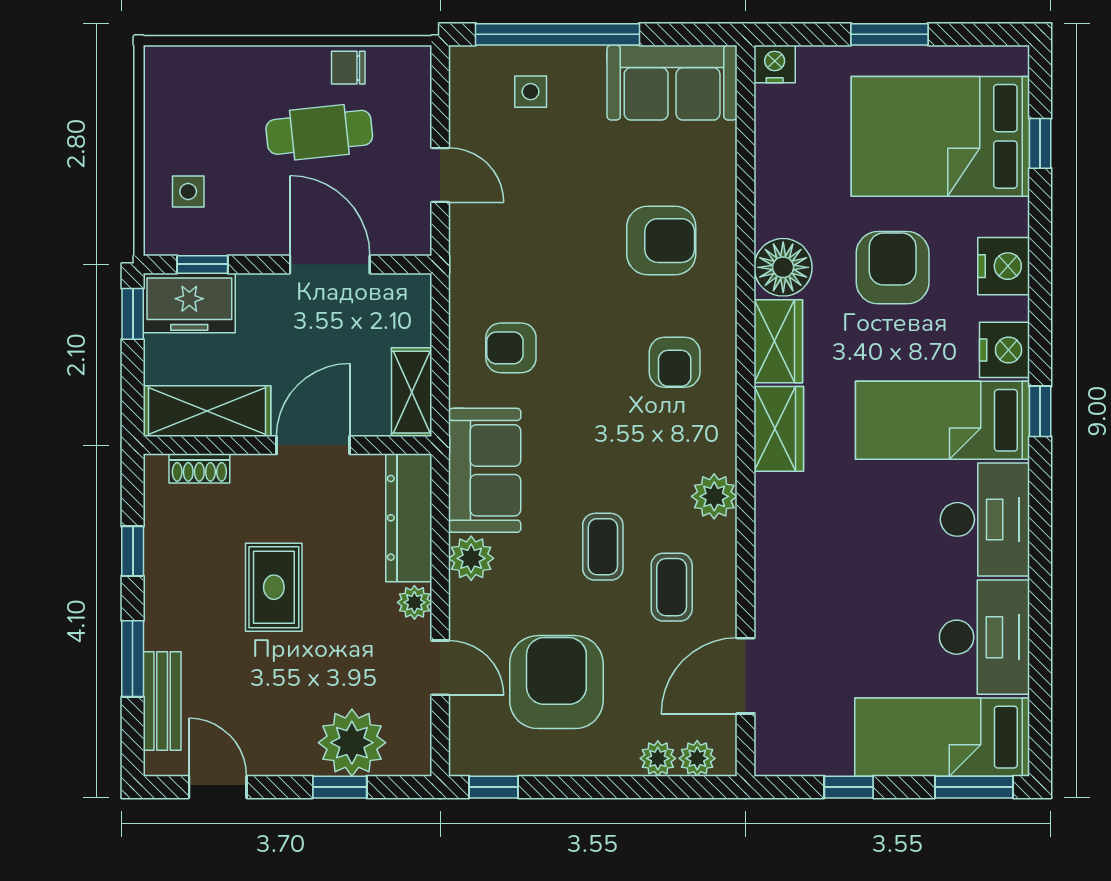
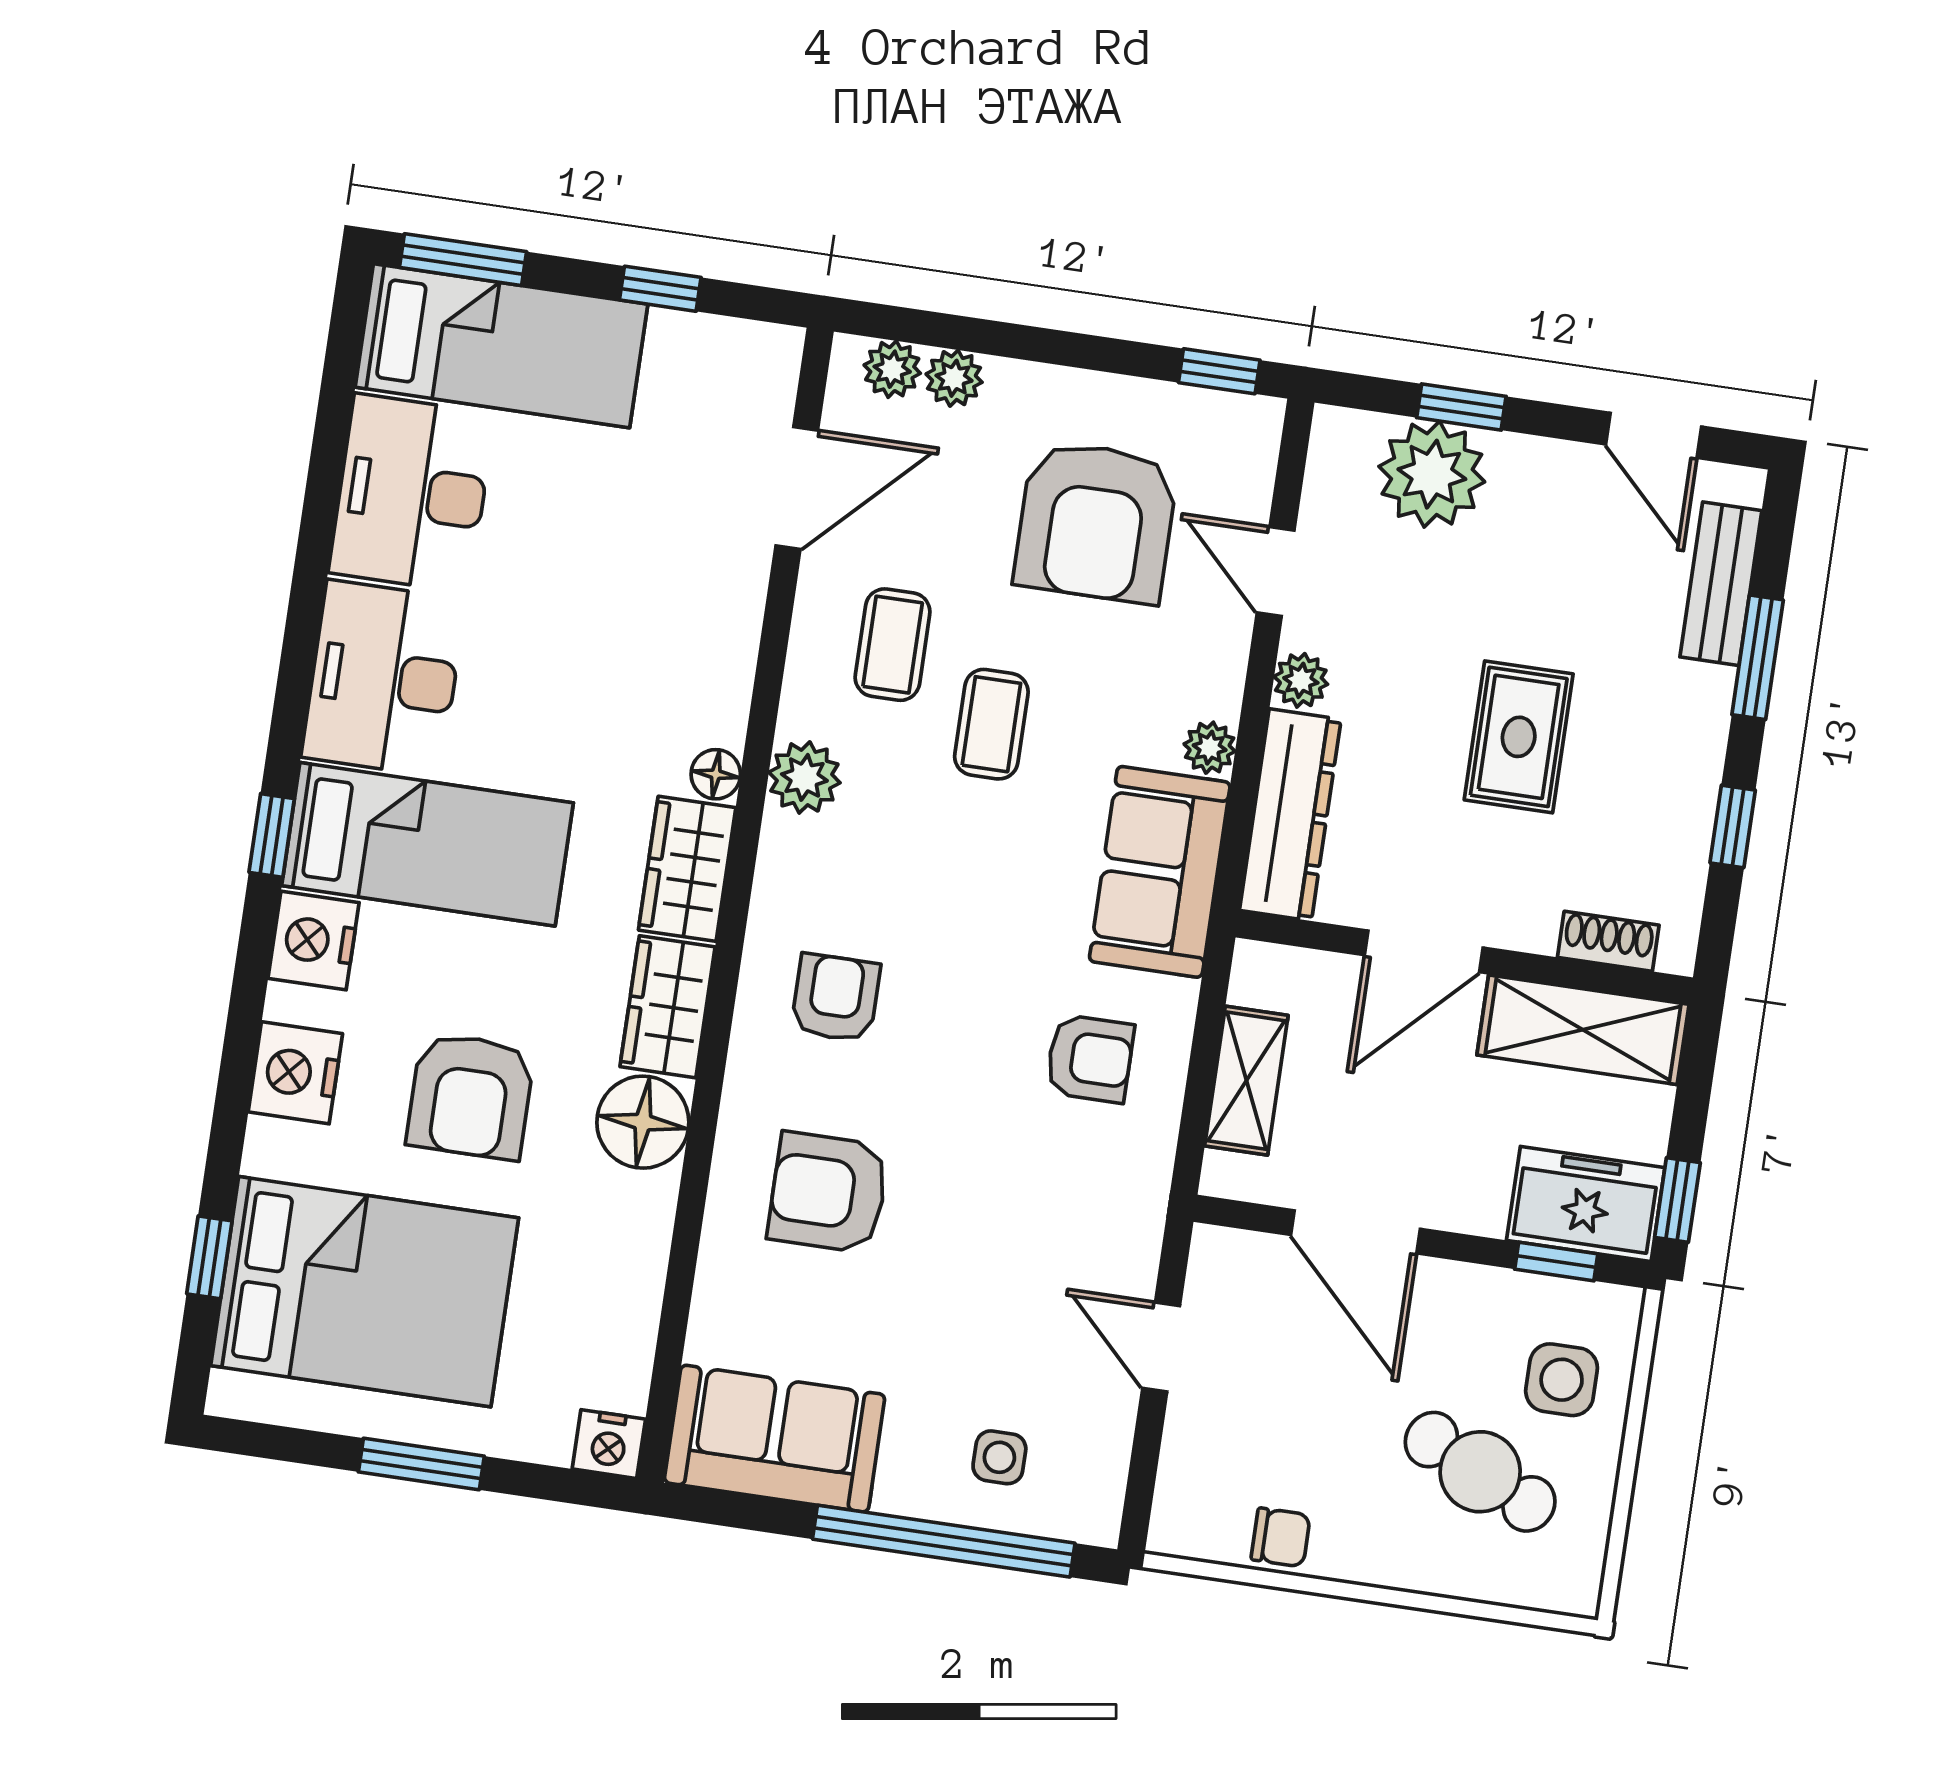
cafe table: (319, 132) -> (1480, 1472), moved, turned 31
side table: (188, 191) -> (1562, 1380), width x1.37, depth x1.37
shelving: (412, 392) -> (1246, 1081), moved
floor lamp: (770, 490) -> (716, 774), added
plant: (471, 558) -> (1210, 748), width x0.73, depth x0.73

